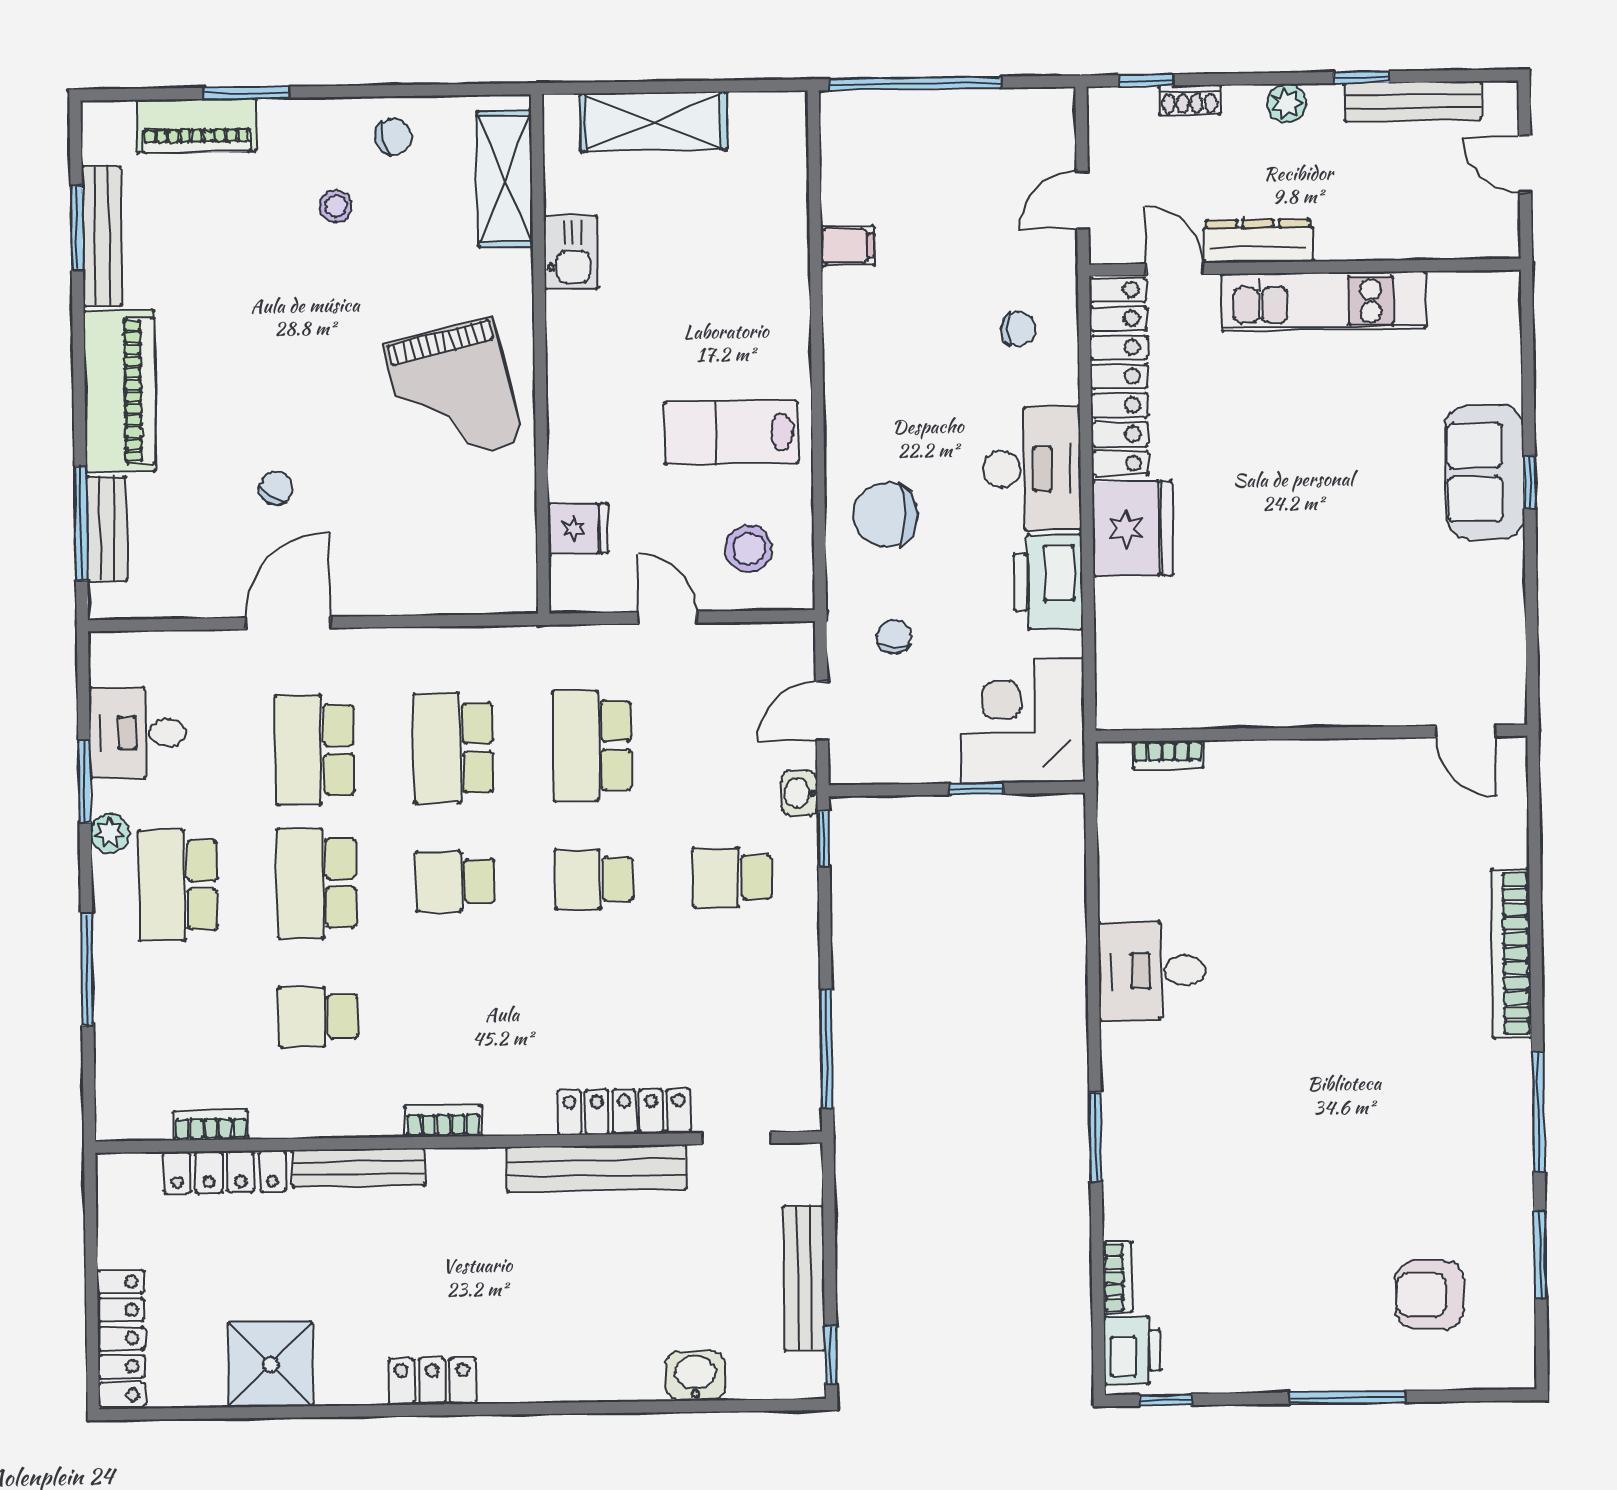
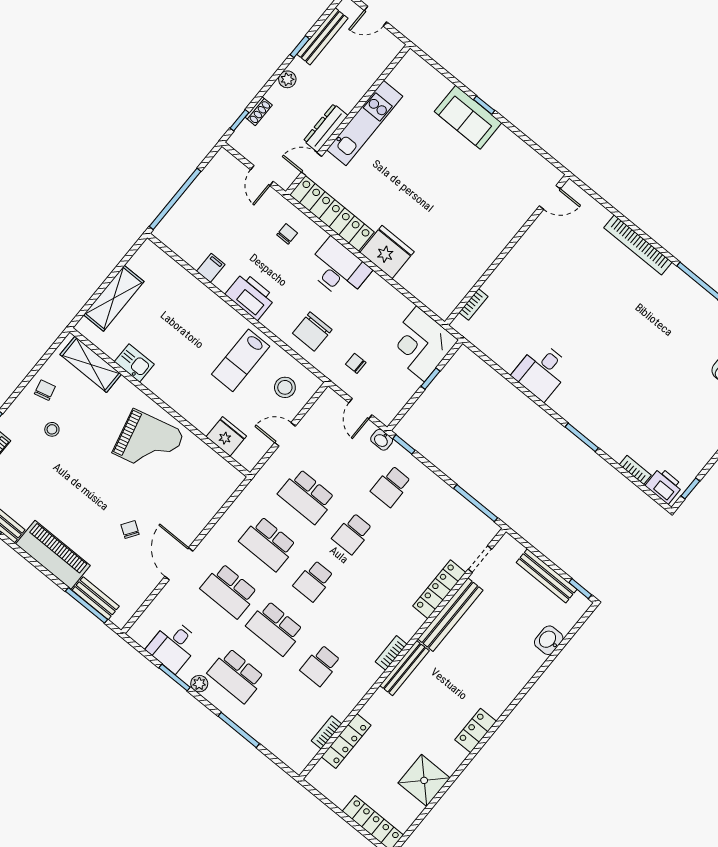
fridge: (578, 529) -> (226, 436), width x1.38
printer: (1048, 582) -> (250, 296), moved, turned 180
bench: (358, 1168) -> (404, 668), moved

